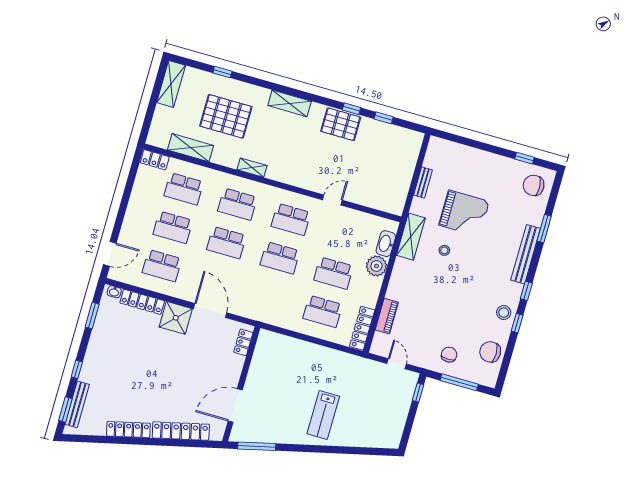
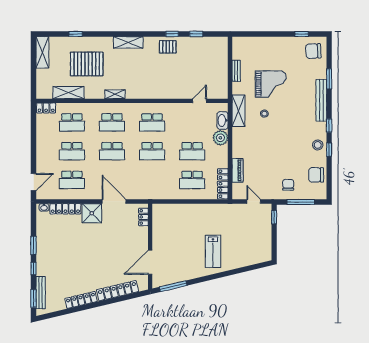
pallet: (341, 124) -> (168, 47), width x0.67, depth x0.71
door: (332, 200) -> (200, 101), moved
window: (92, 316) -> (33, 245), moved

